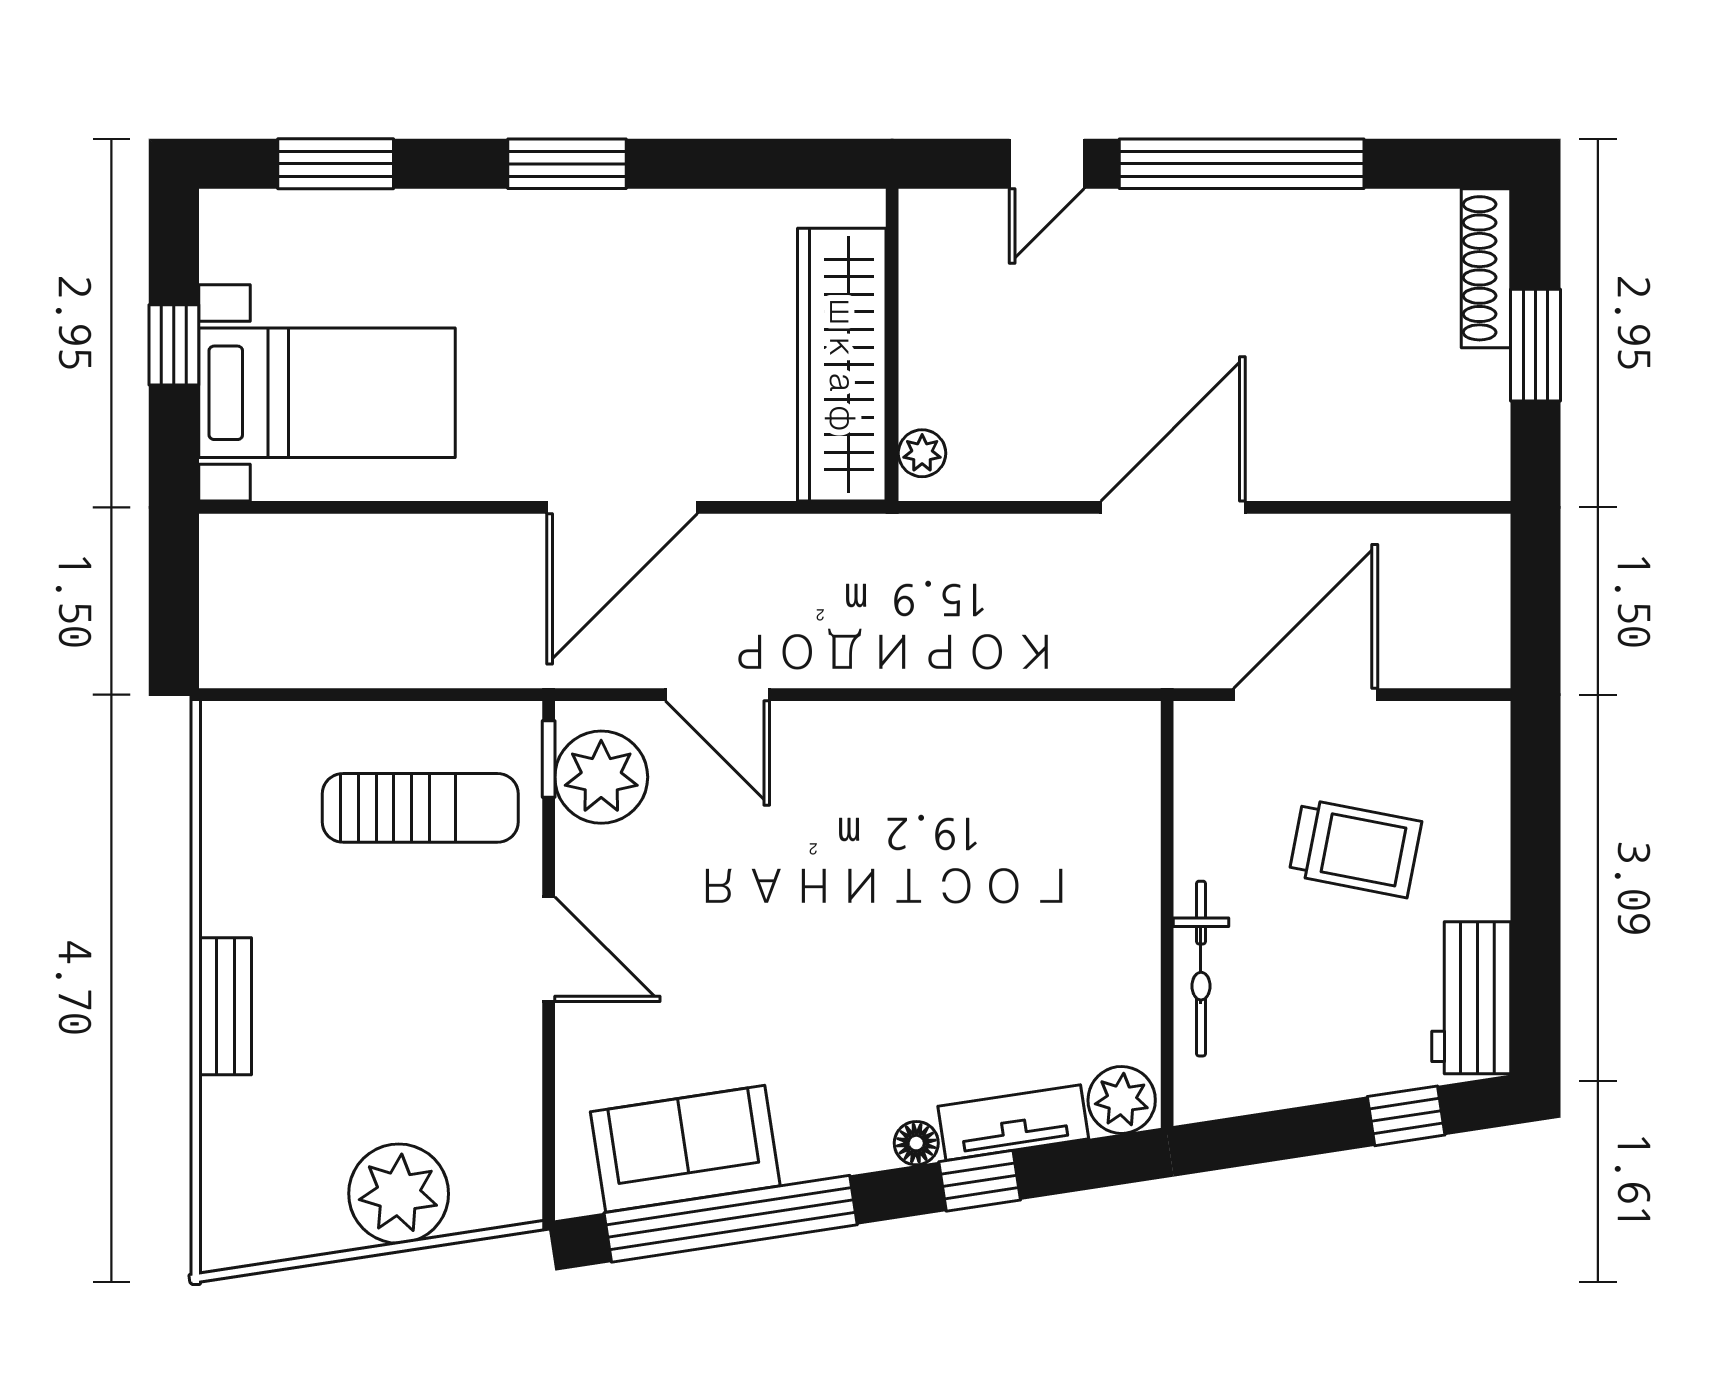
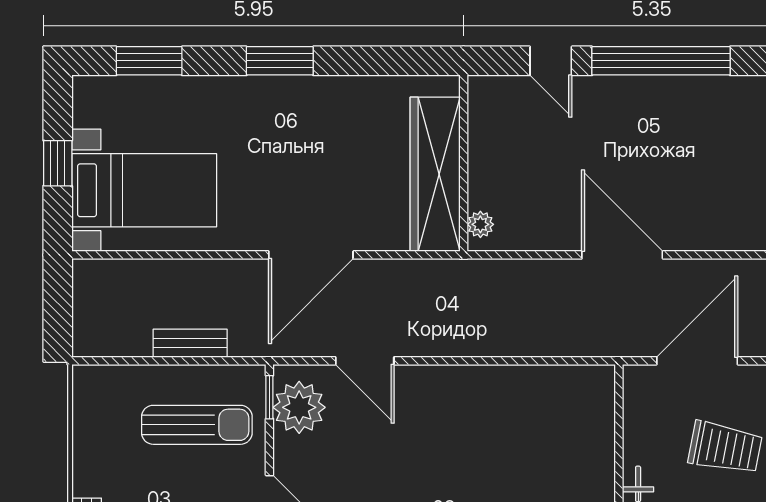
door: (1047, 164) -> (551, 61), hinge flipped
door: (1173, 507) -> (622, 255), hinge flipped
bench: (408, 663) -> (190, 343), added

